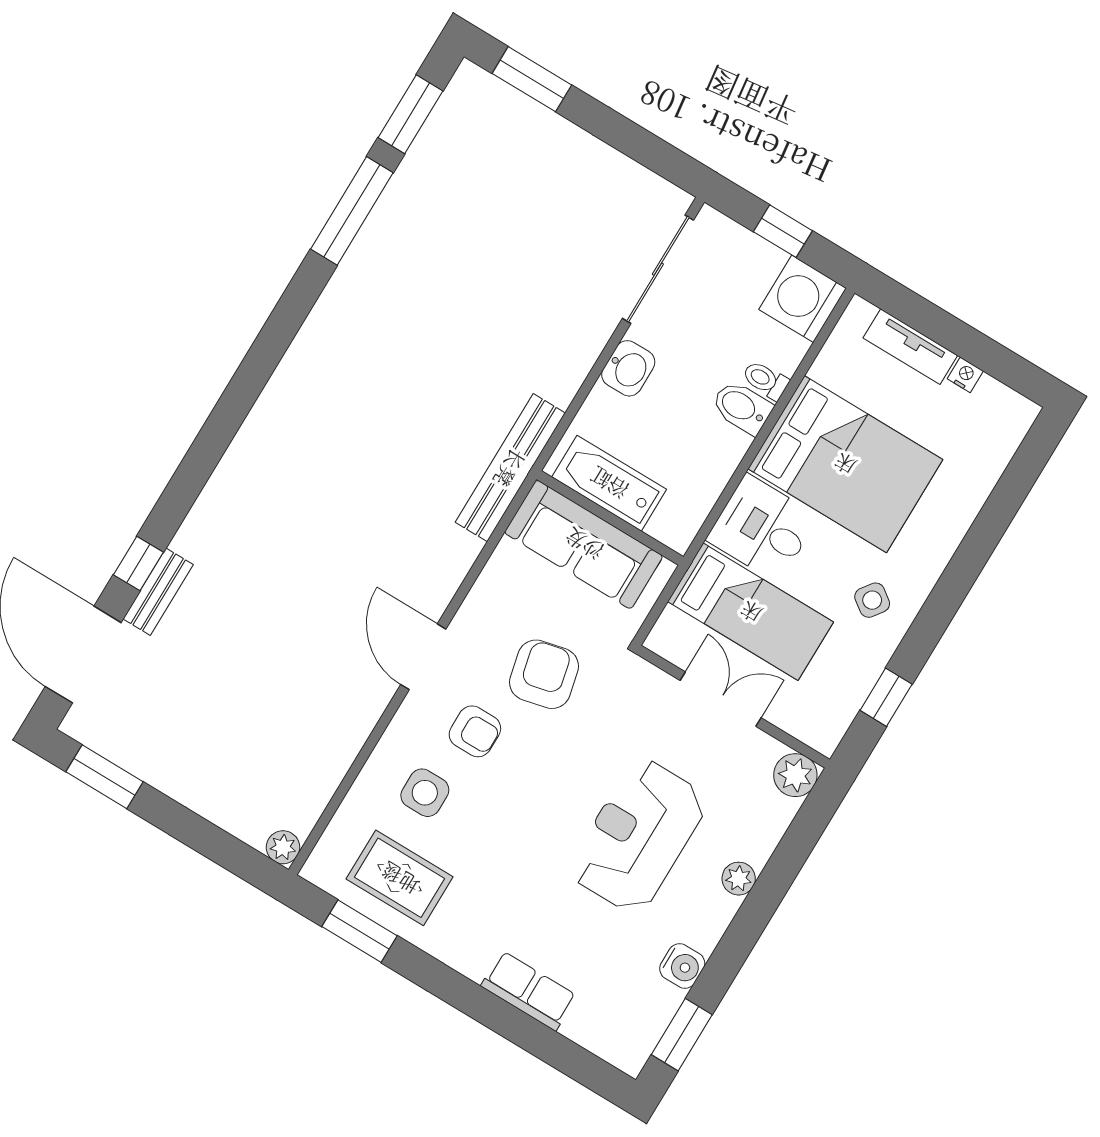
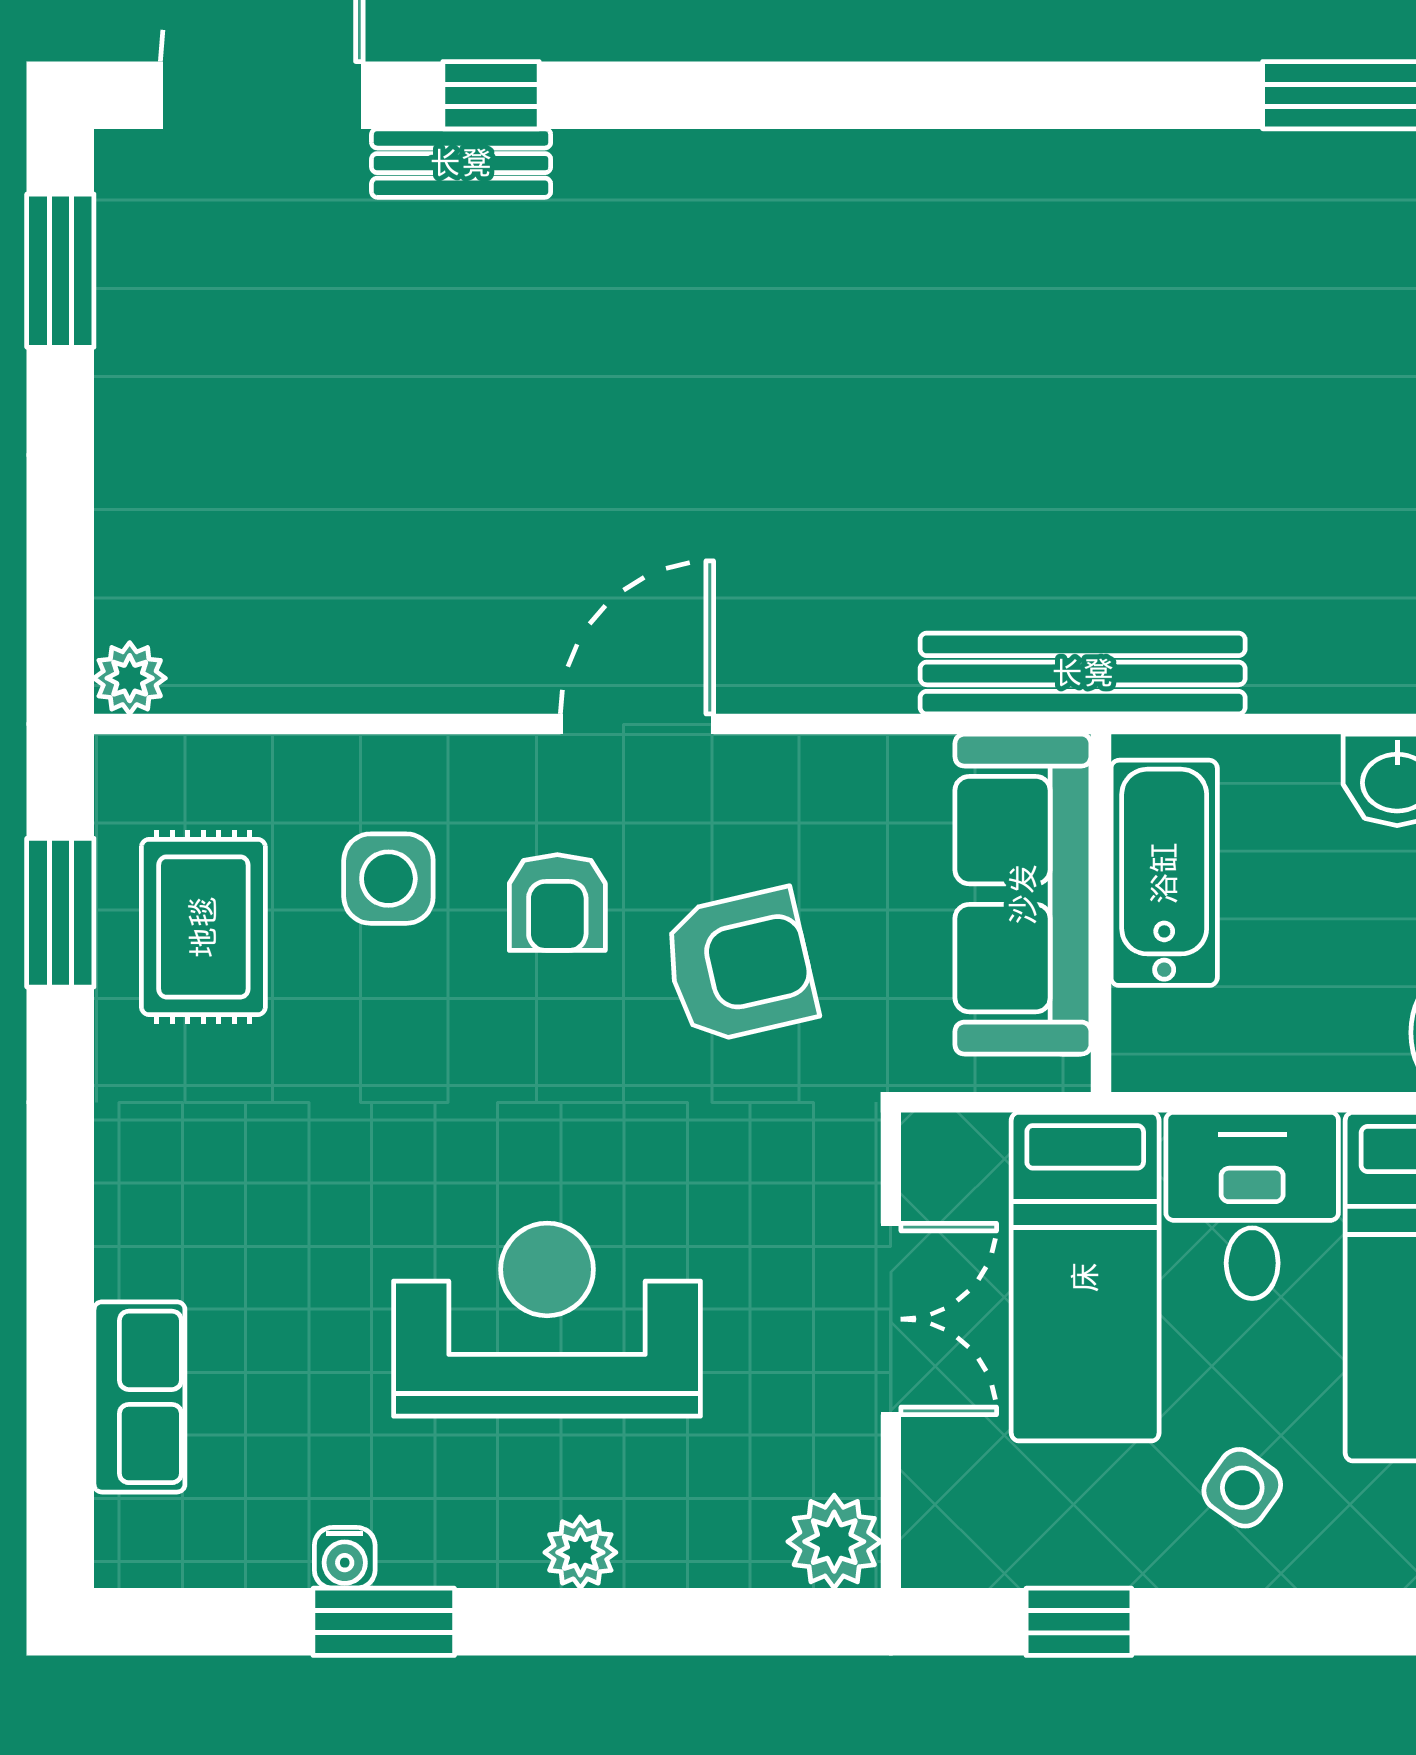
water cooler: (682, 966) -> (345, 1558), width x0.72, depth x0.72
row of seats: (529, 991) -> (139, 1397), moved
window: (682, 1035) -> (384, 1622), moved

